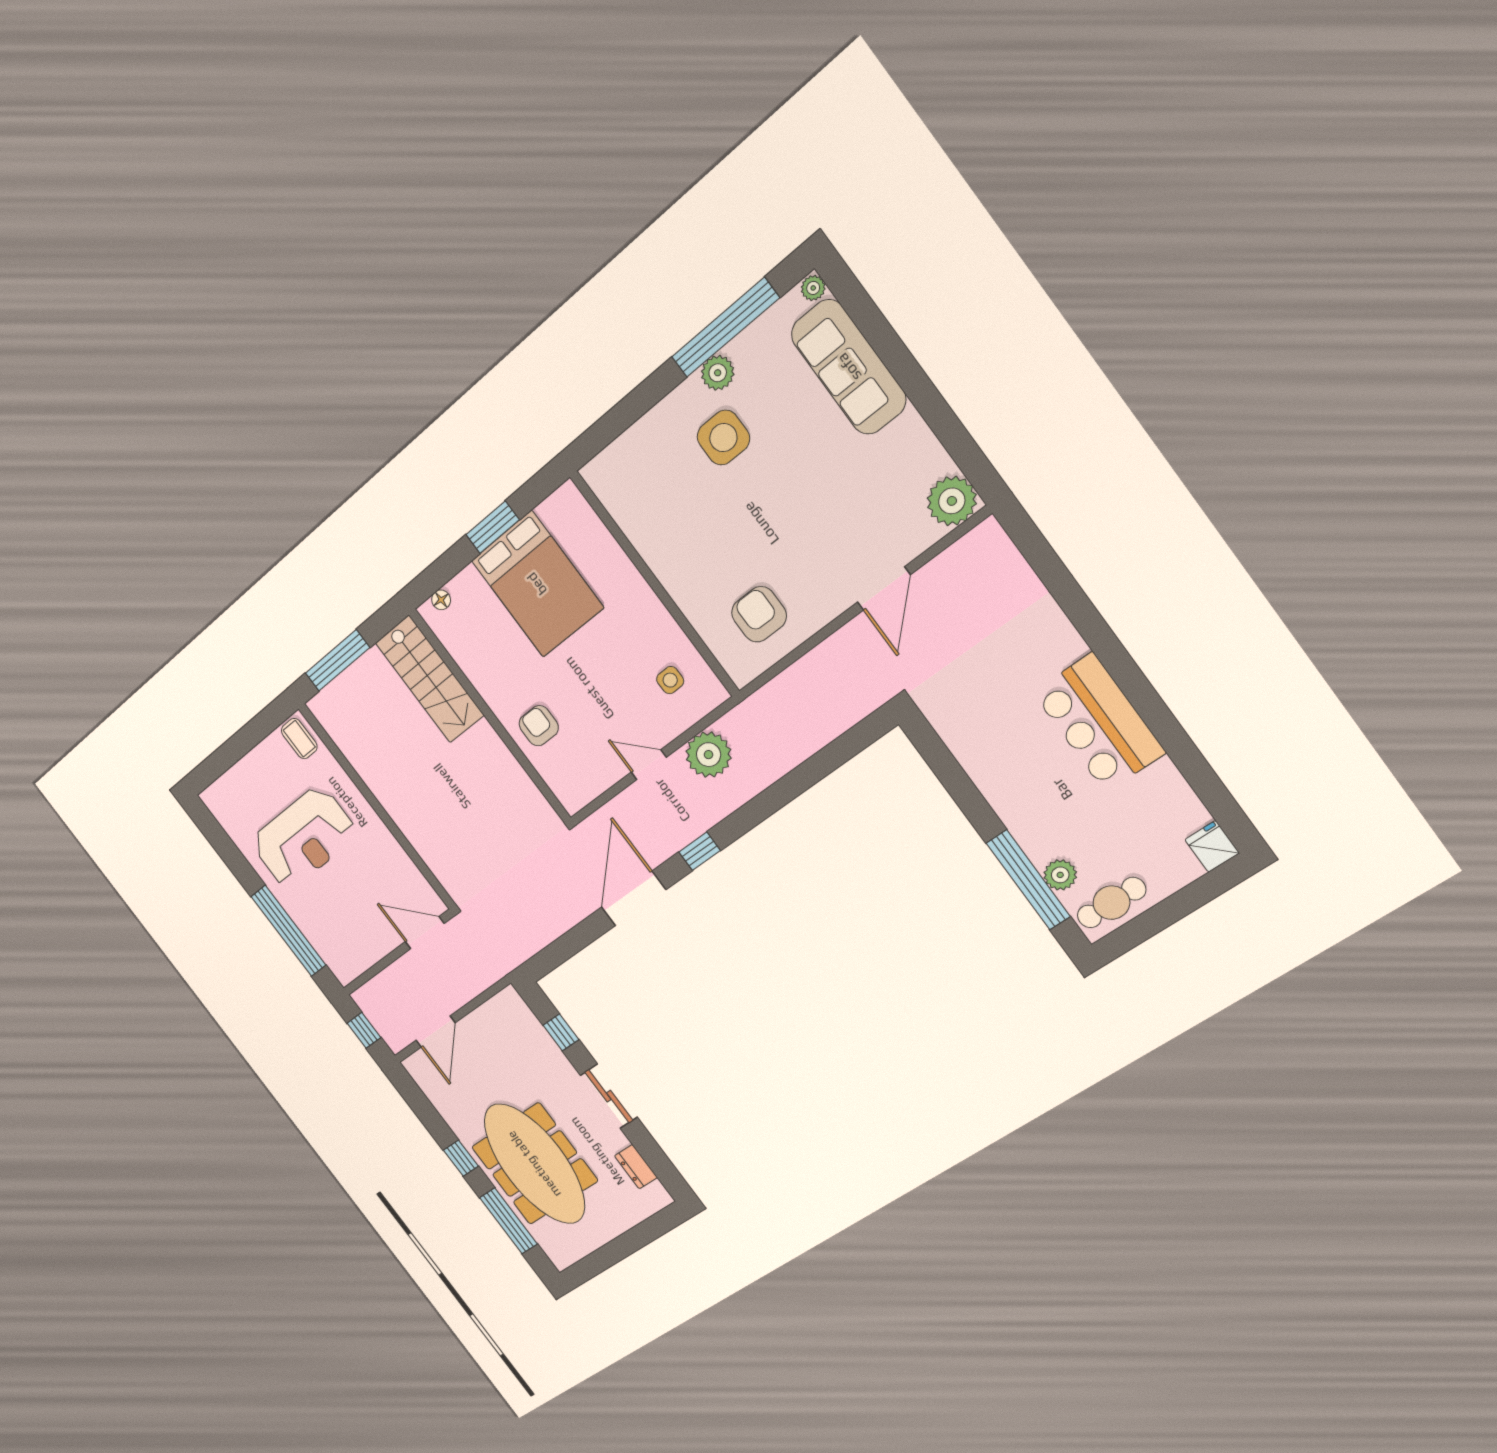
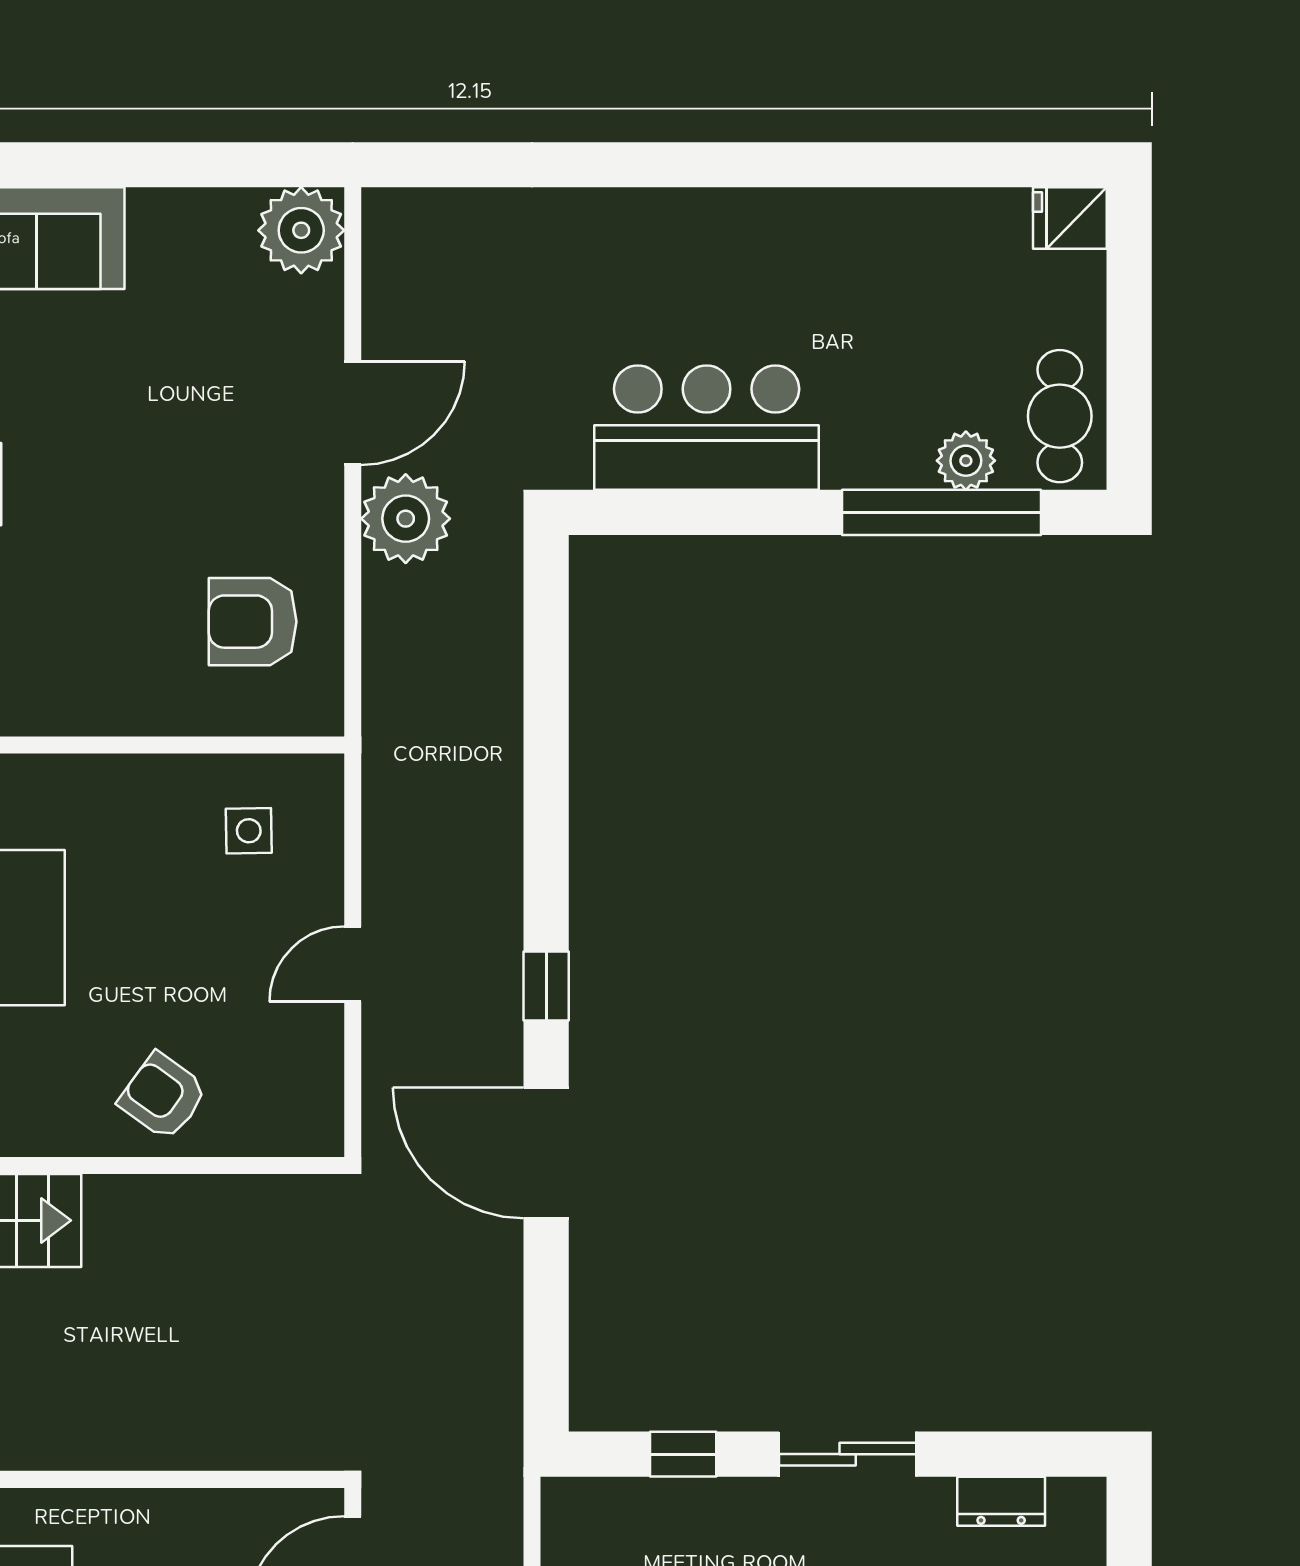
door: (884, 588) -> (353, 413), hinge flipped
bar counter: (1099, 723) -> (707, 428), moved, turned 180
armchair: (539, 726) -> (163, 1096), turned 36
plant: (709, 755) -> (406, 519), moved

